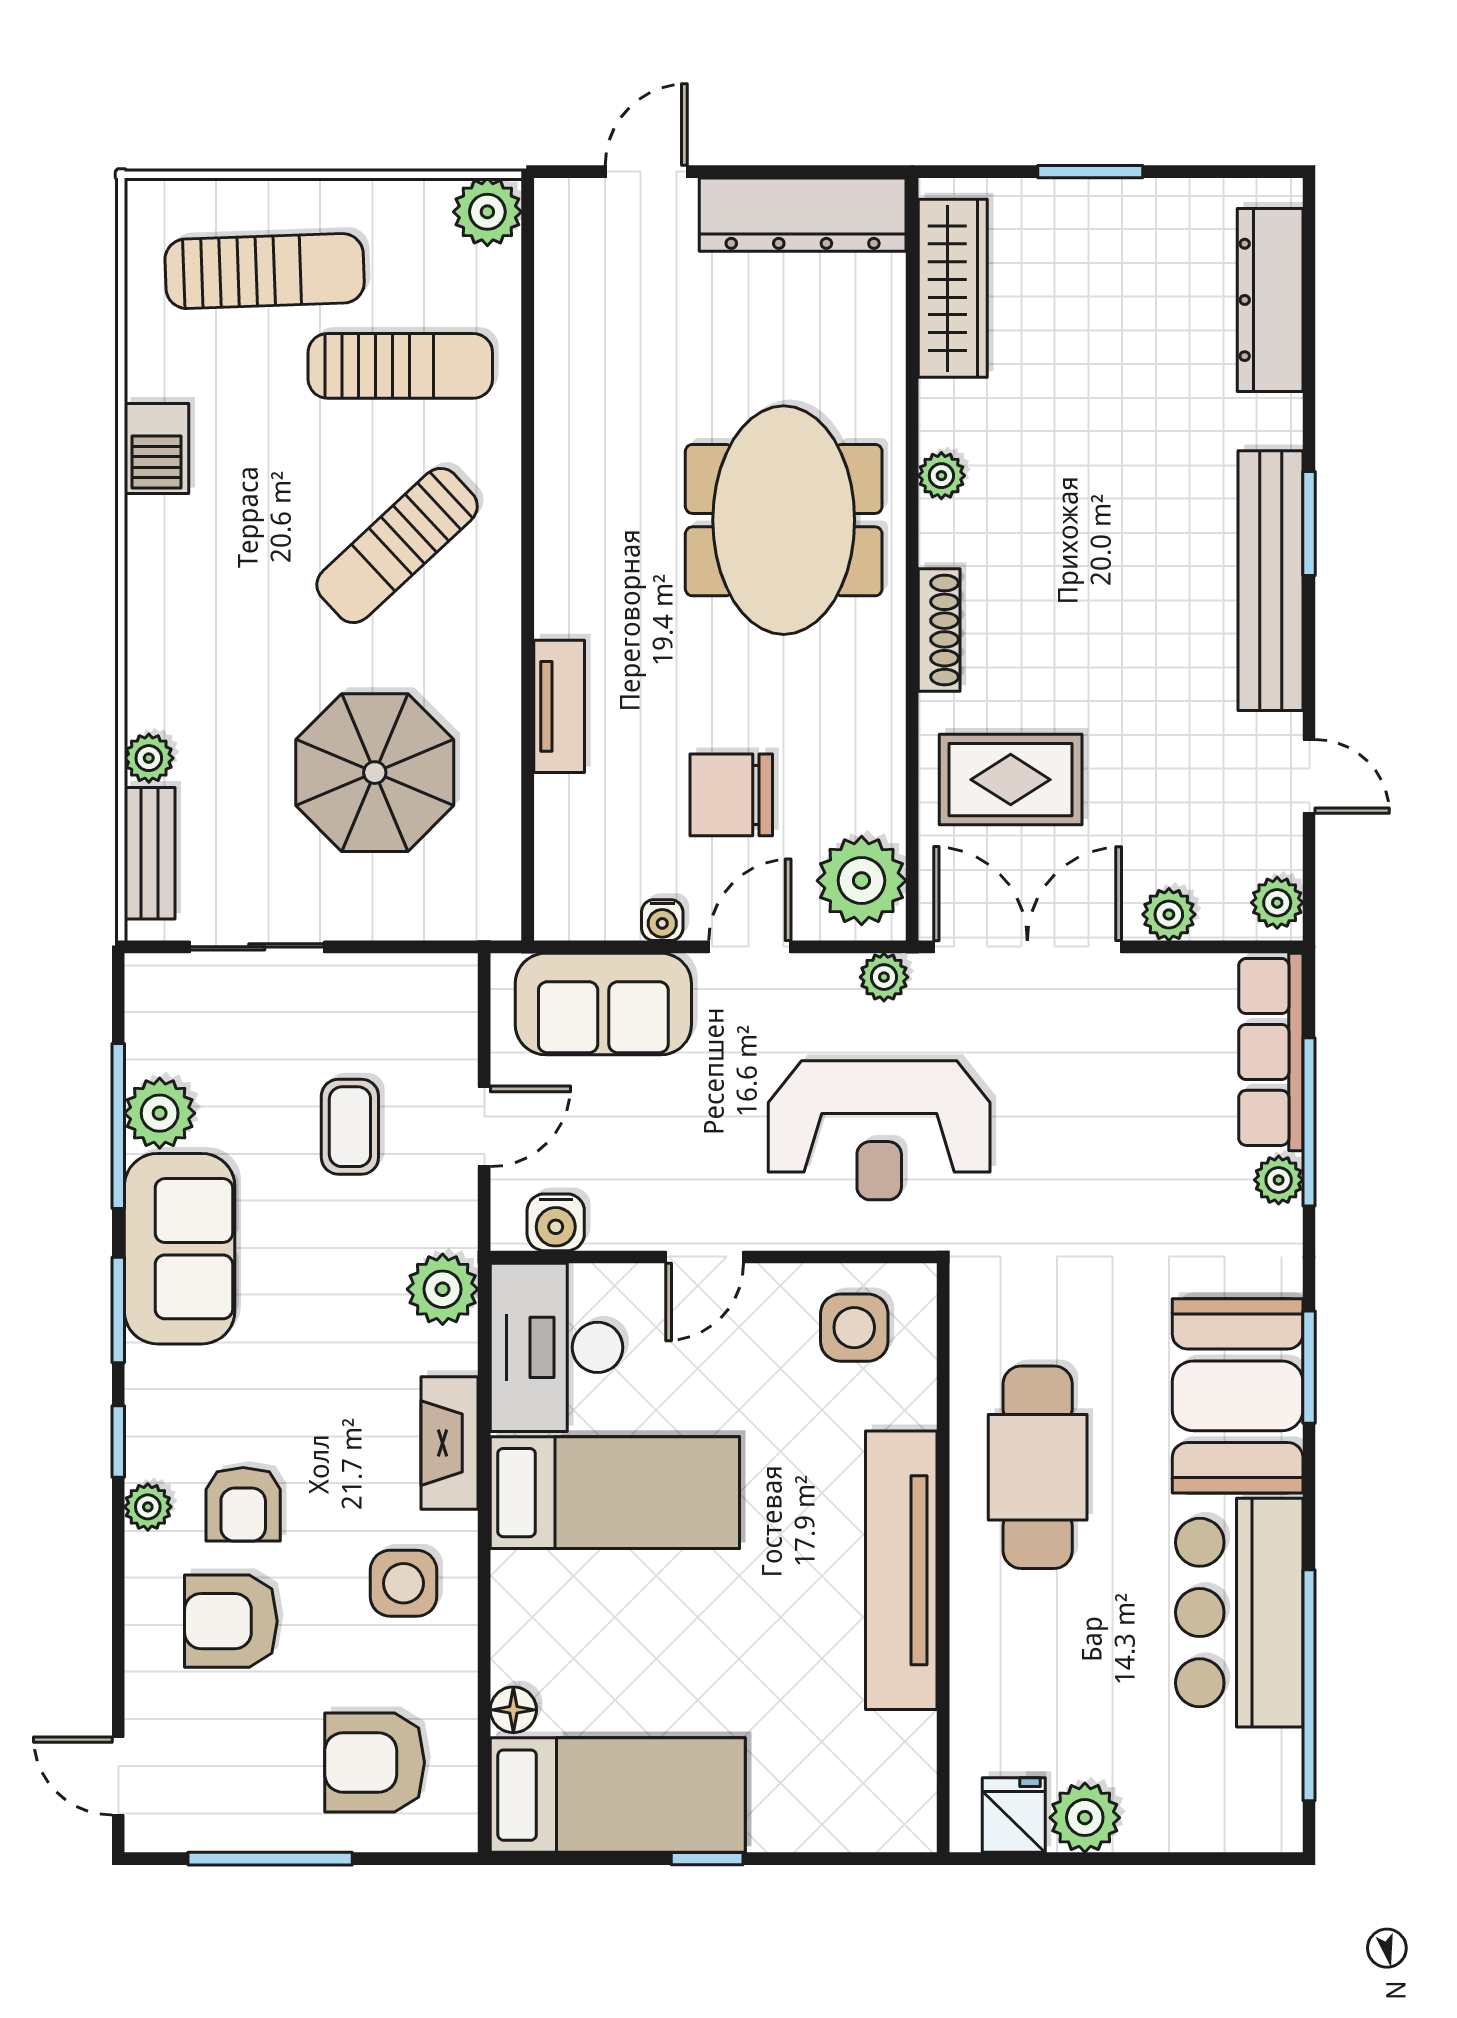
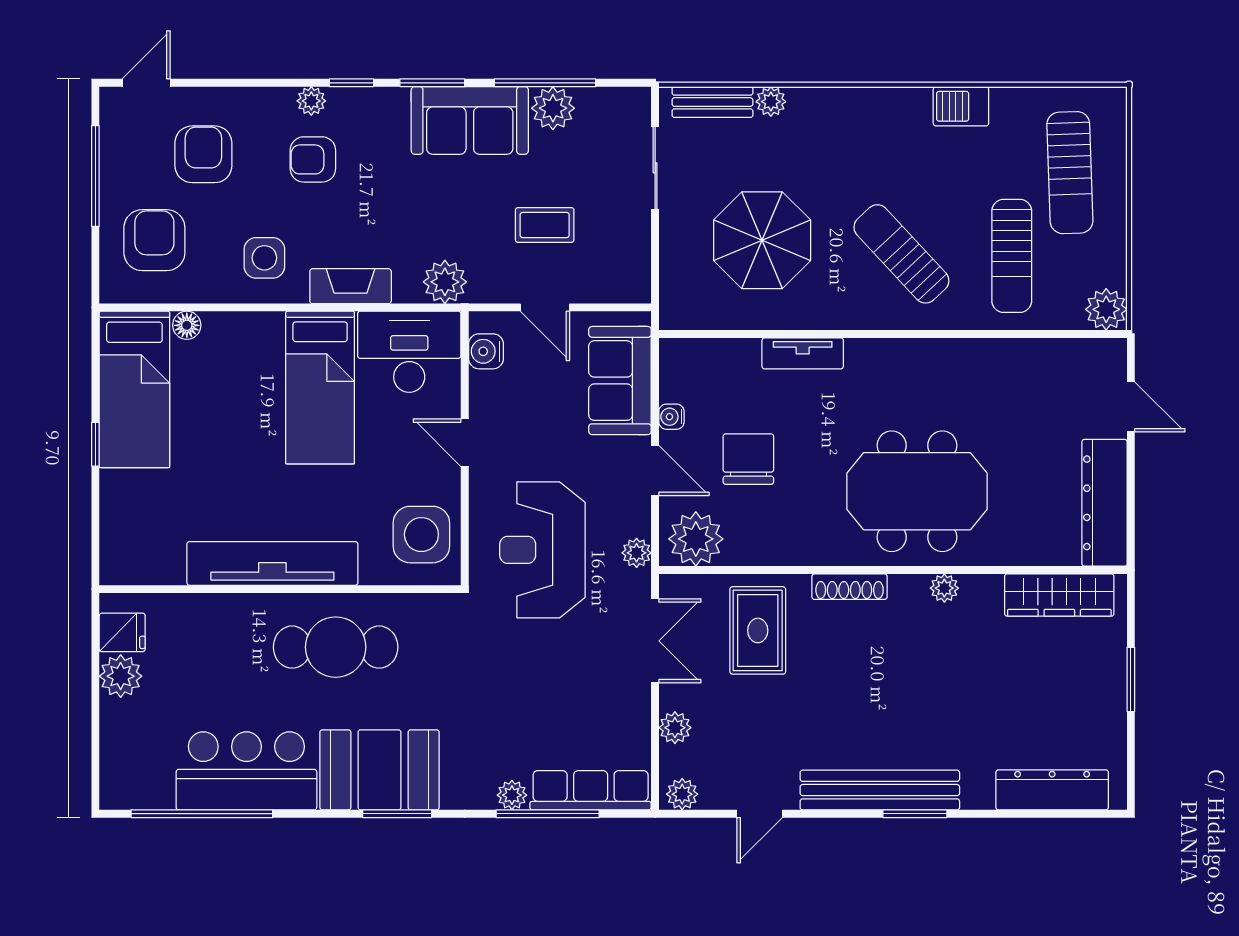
double door: (1027, 947) -> (655, 641), width x0.73
side table: (854, 1328) -> (421, 535), width x1.37, depth x1.37
armchair: (231, 1621) -> (203, 154), moved

